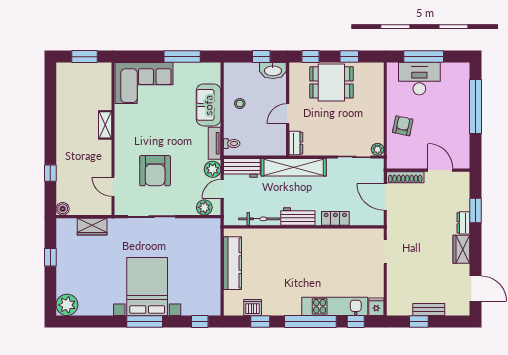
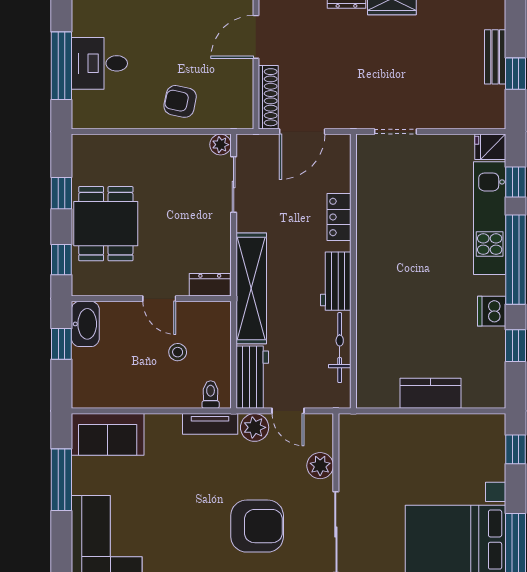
desk: (419, 79) -> (99, 63), width x0.73
stool: (240, 104) -> (178, 352), moved
sofa: (208, 105) -> (108, 434), moved
plant: (204, 207) -> (320, 466), moved
kitchen counter: (232, 263) -> (431, 393), width x0.67
dishwasher: (253, 307) -> (492, 311), moved

